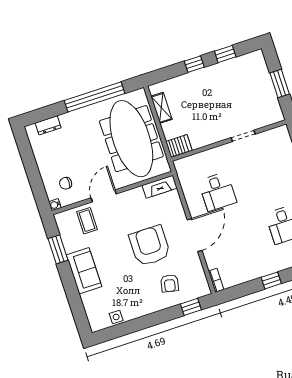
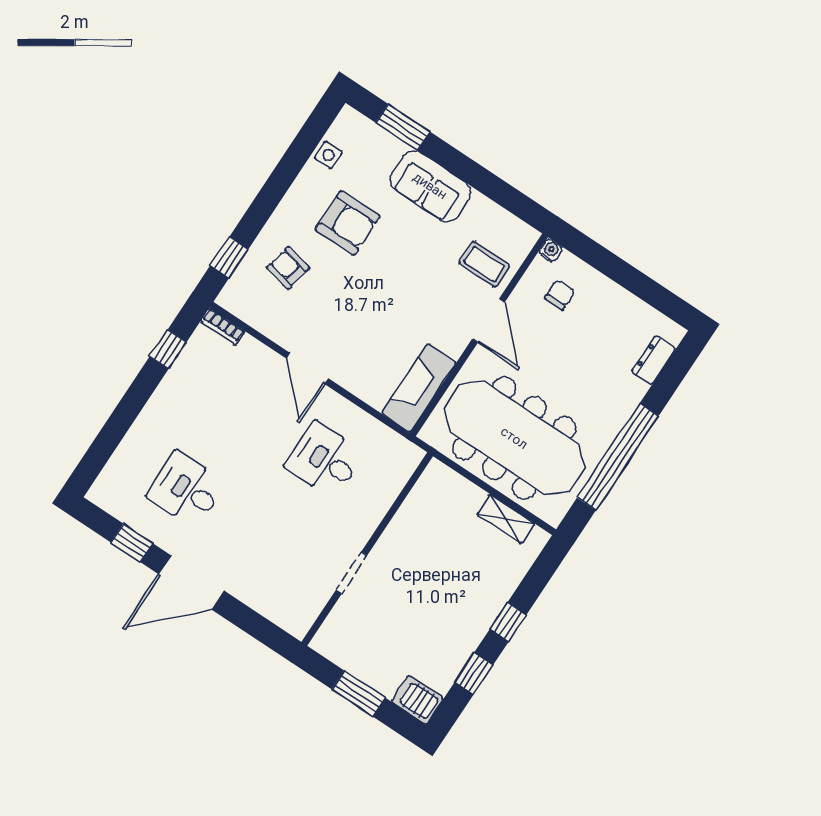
server rack: (179, 146) -> (417, 700), moved, turned 90
fireplace: (160, 187) -> (419, 388), width x1.37, depth x1.32
door: (195, 235) -> (308, 369), width x0.73
armchair: (150, 246) -> (348, 223), moved, width x0.73, depth x0.73
window: (58, 249) -> (403, 127), moved
window: (271, 280) -> (168, 349), moved

